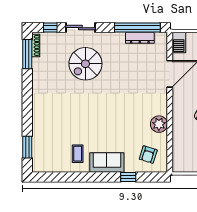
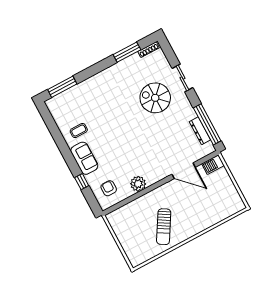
window: (50, 28) -> (169, 54), removed
window: (27, 54) -> (127, 52), moved
window: (27, 147) -> (62, 87), width x1.44
armchair: (148, 155) -> (109, 188), turned 73

